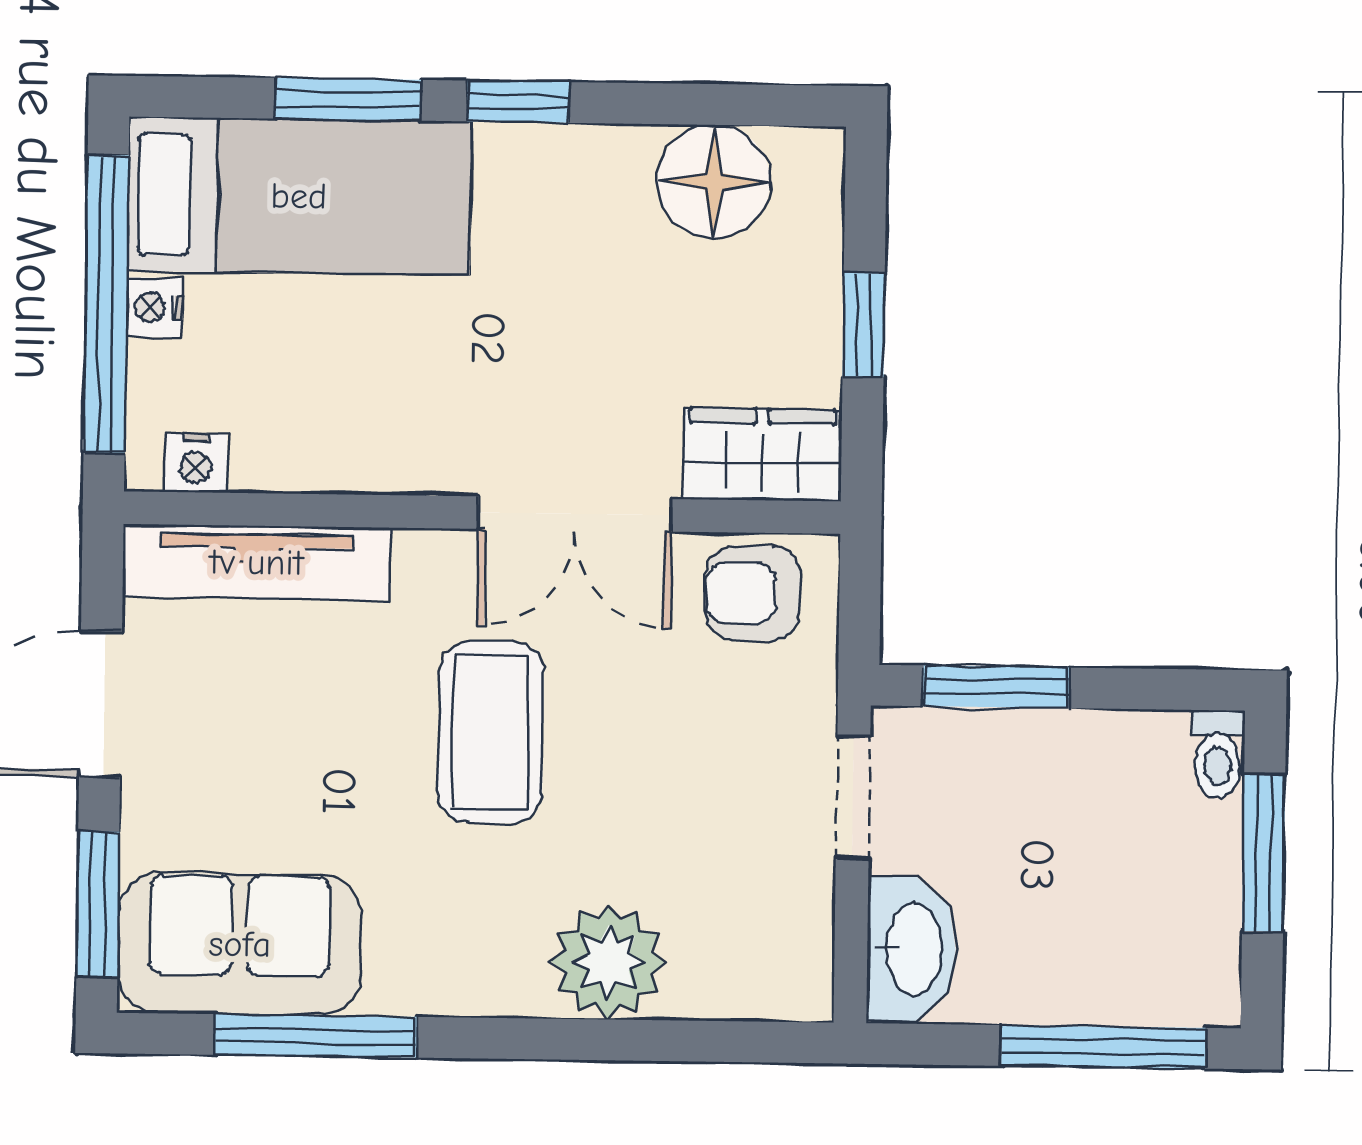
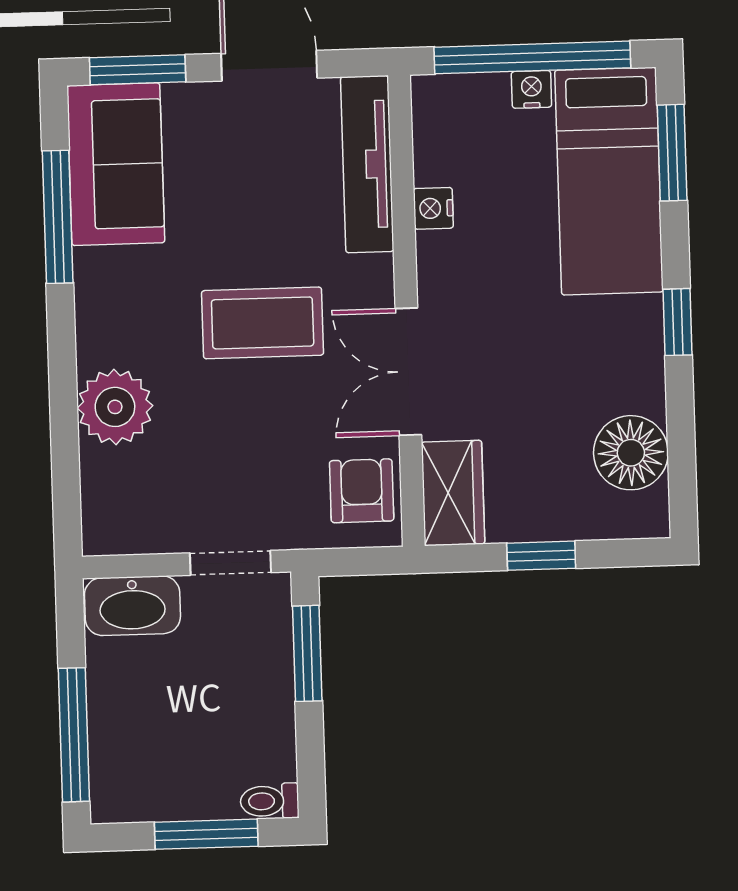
window: (348, 99) -> (672, 153), moved
nightstand: (196, 463) -> (433, 208), moved

